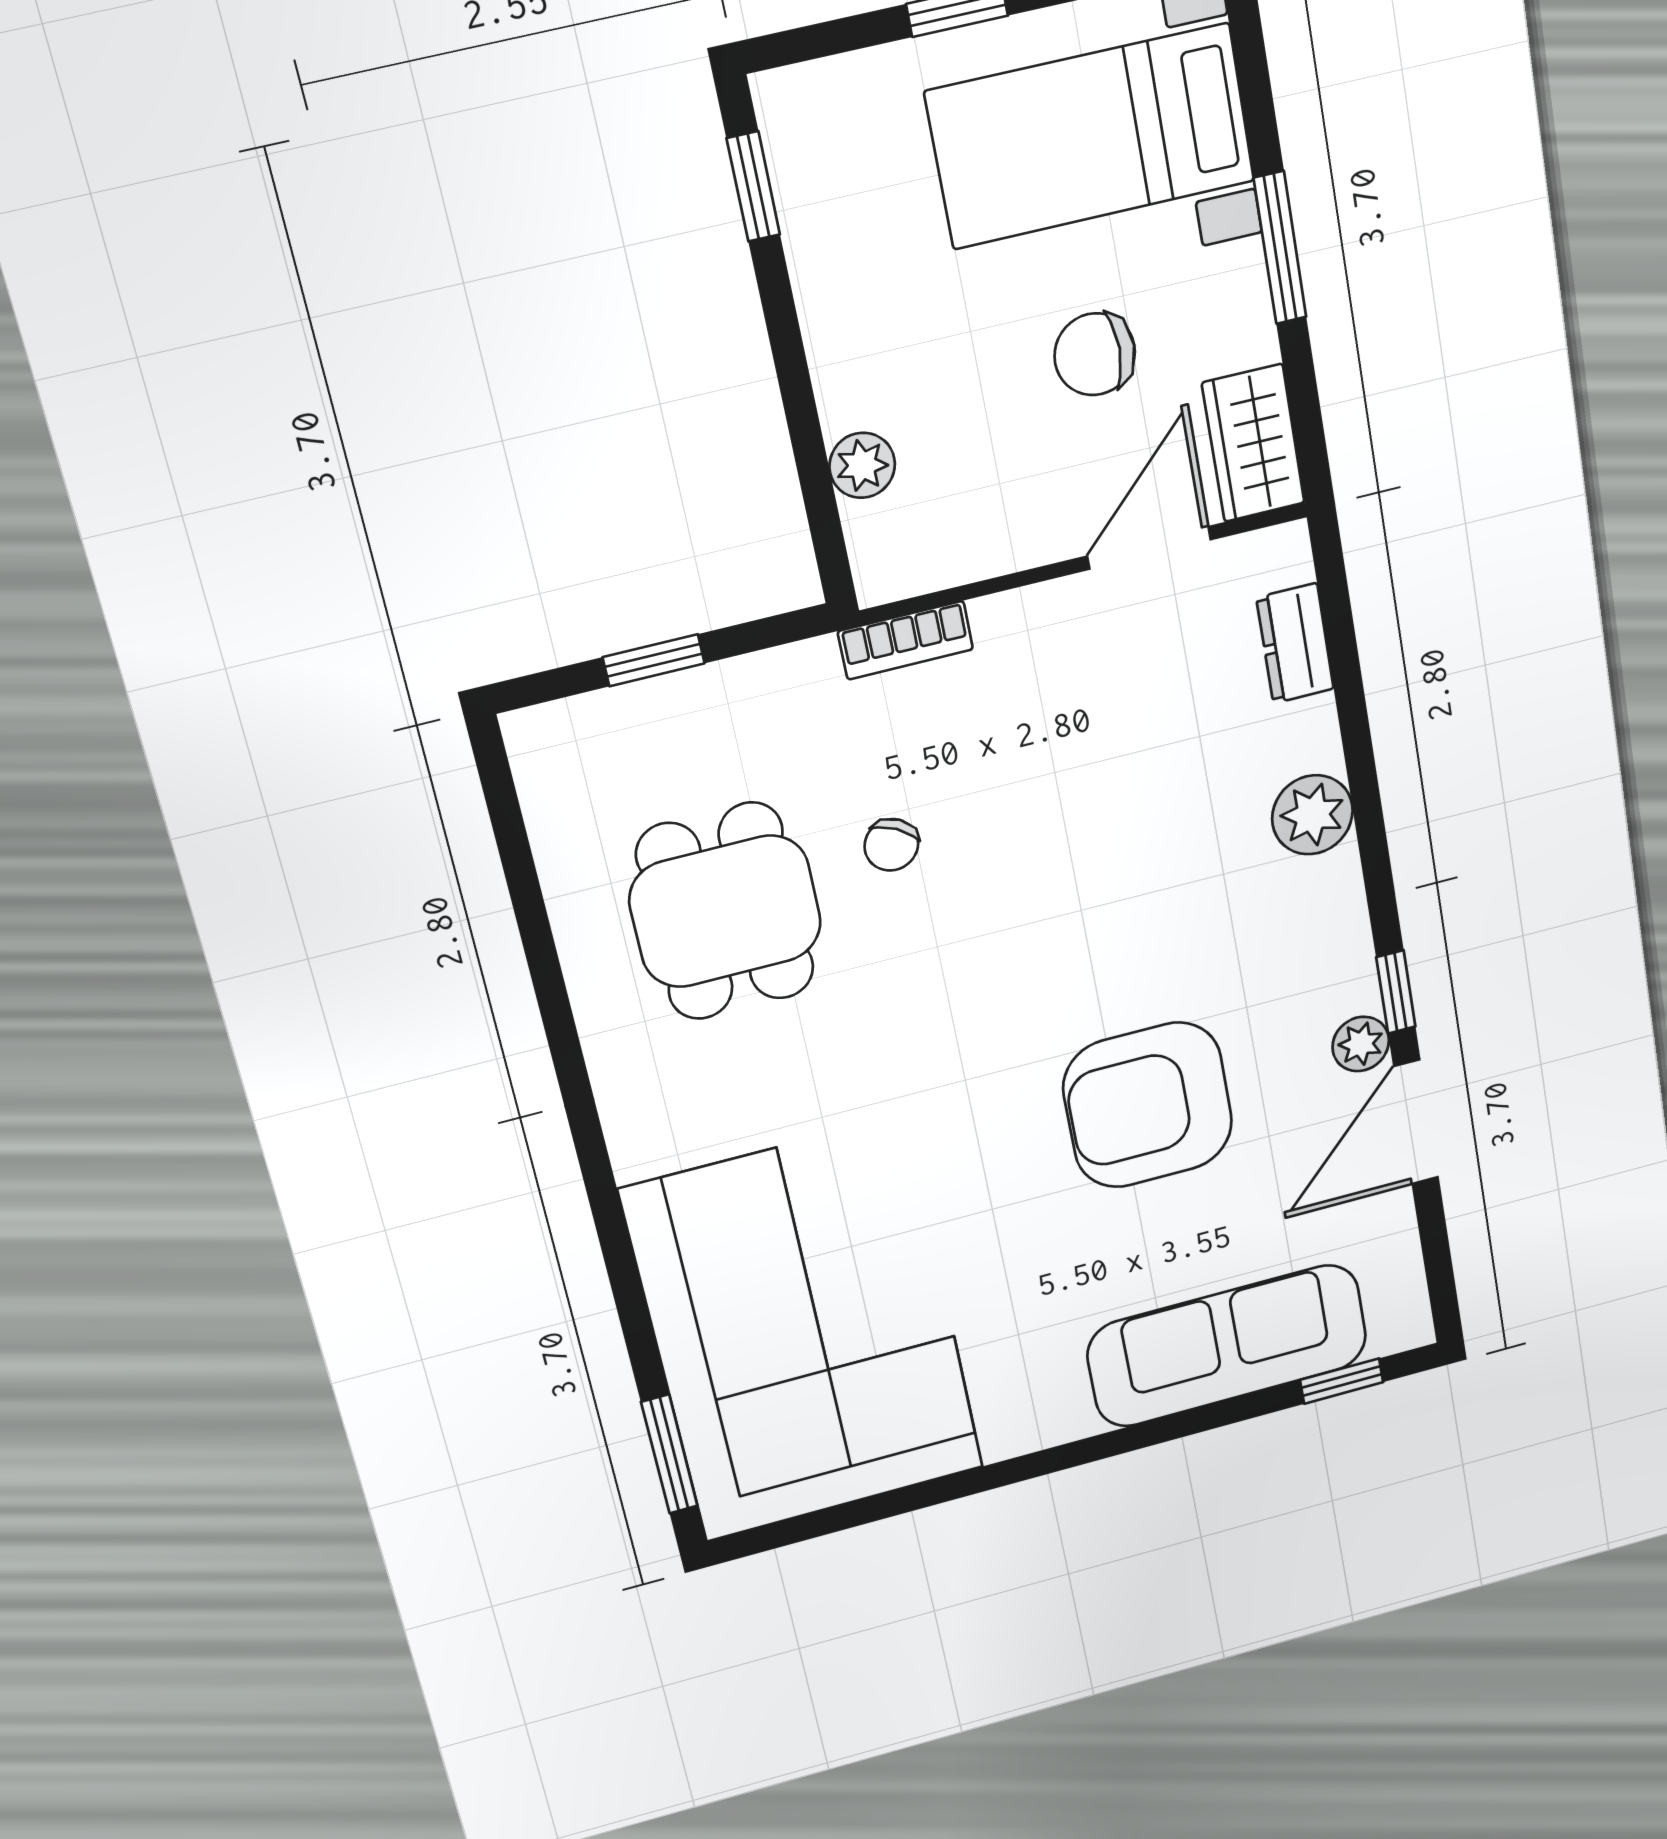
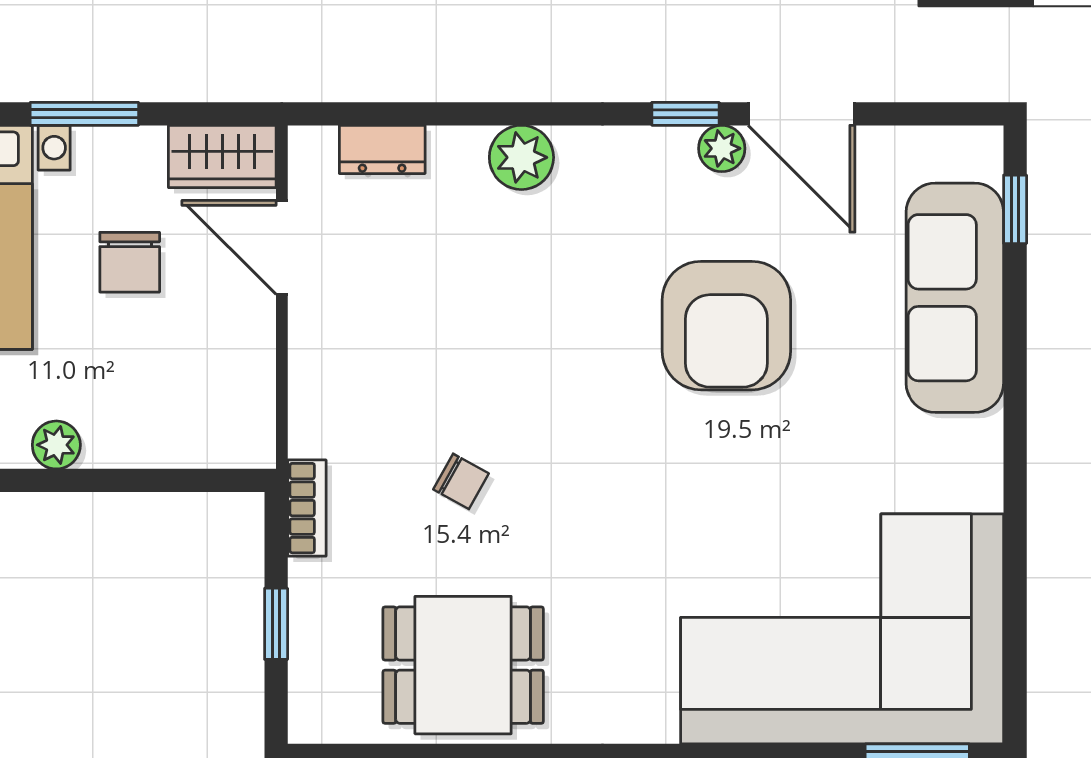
plant: (862, 465) -> (56, 445), moved
bookcase: (905, 640) -> (307, 508), moved
dining table: (725, 911) -> (463, 665), moved

